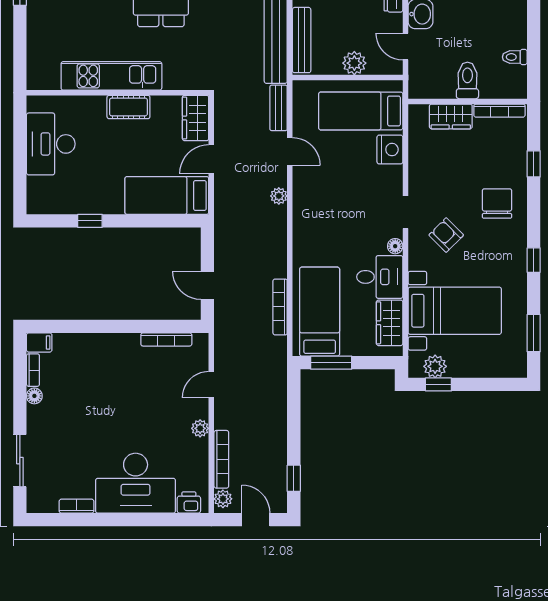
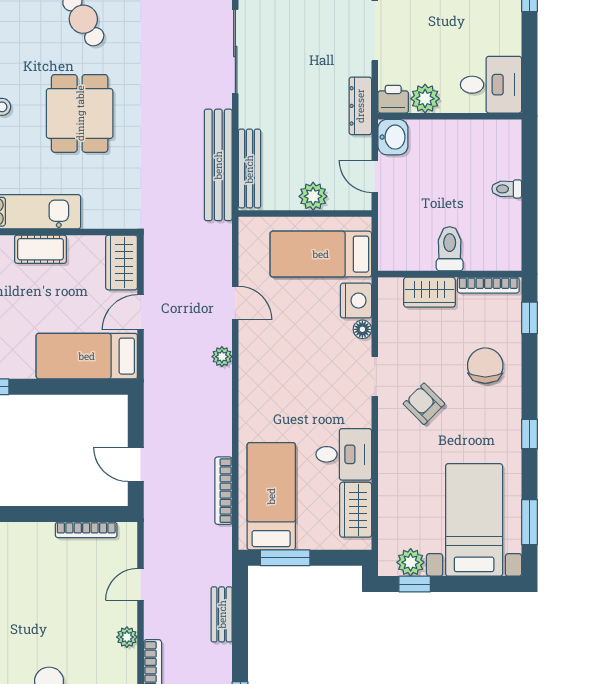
toilet: (467, 80) -> (450, 249), moved
wall: (468, 101) -> (450, 274), moved
bench: (279, 108) -> (222, 614), moved
bookcase: (499, 111) -> (488, 285), moved
wardrobe: (451, 116) -> (429, 292), moved
floor lamp: (395, 246) -> (362, 329), moved
bed with nightstands: (455, 311) -> (474, 520), moved, turned -90

